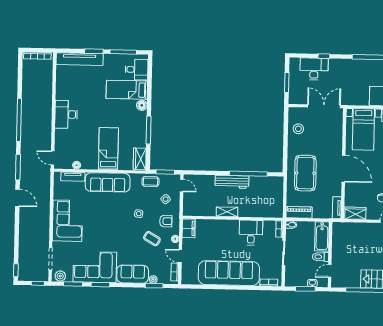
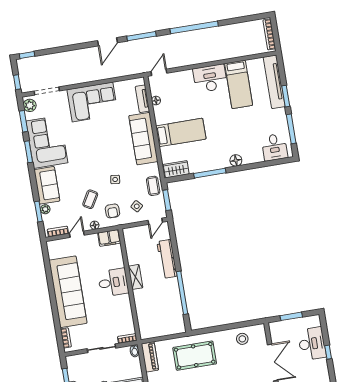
bed: (127, 90) -> (239, 84), moved, turned 180
workbench: (232, 182) -> (167, 259), moved
desk: (251, 233) -> (113, 282), moved

